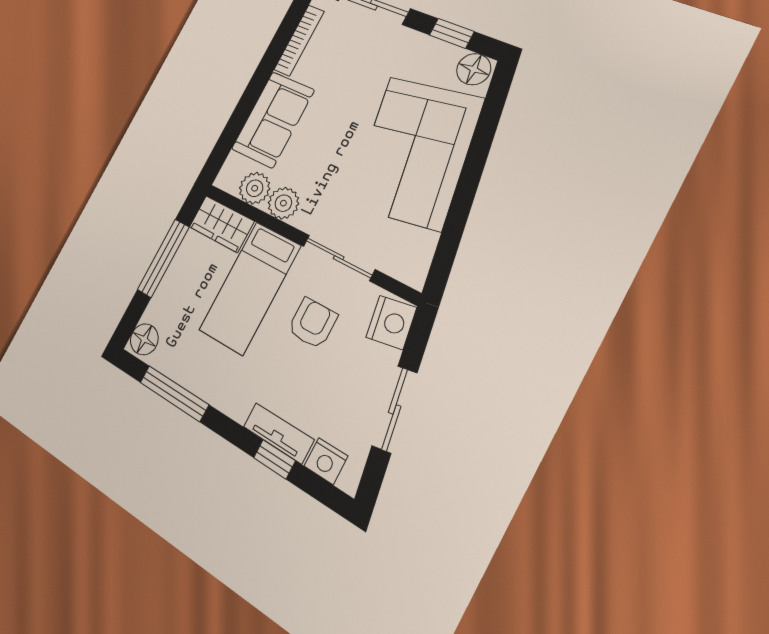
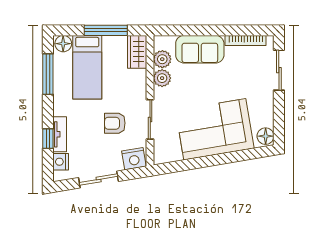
window: (452, 33) -> (279, 117), removed
bed: (250, 288) -> (87, 67), moved, turned -90
armchair: (312, 323) -> (115, 123), turned 180

